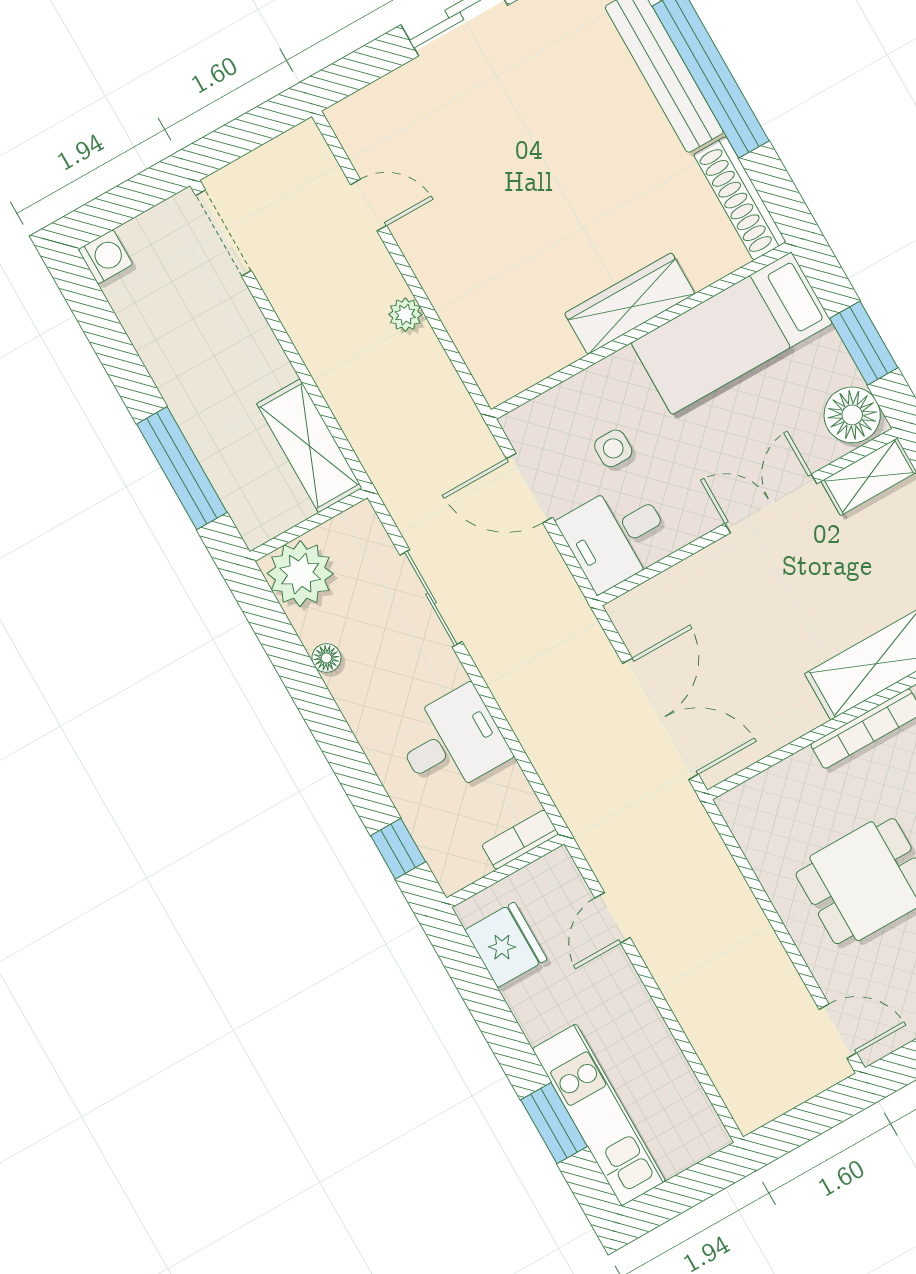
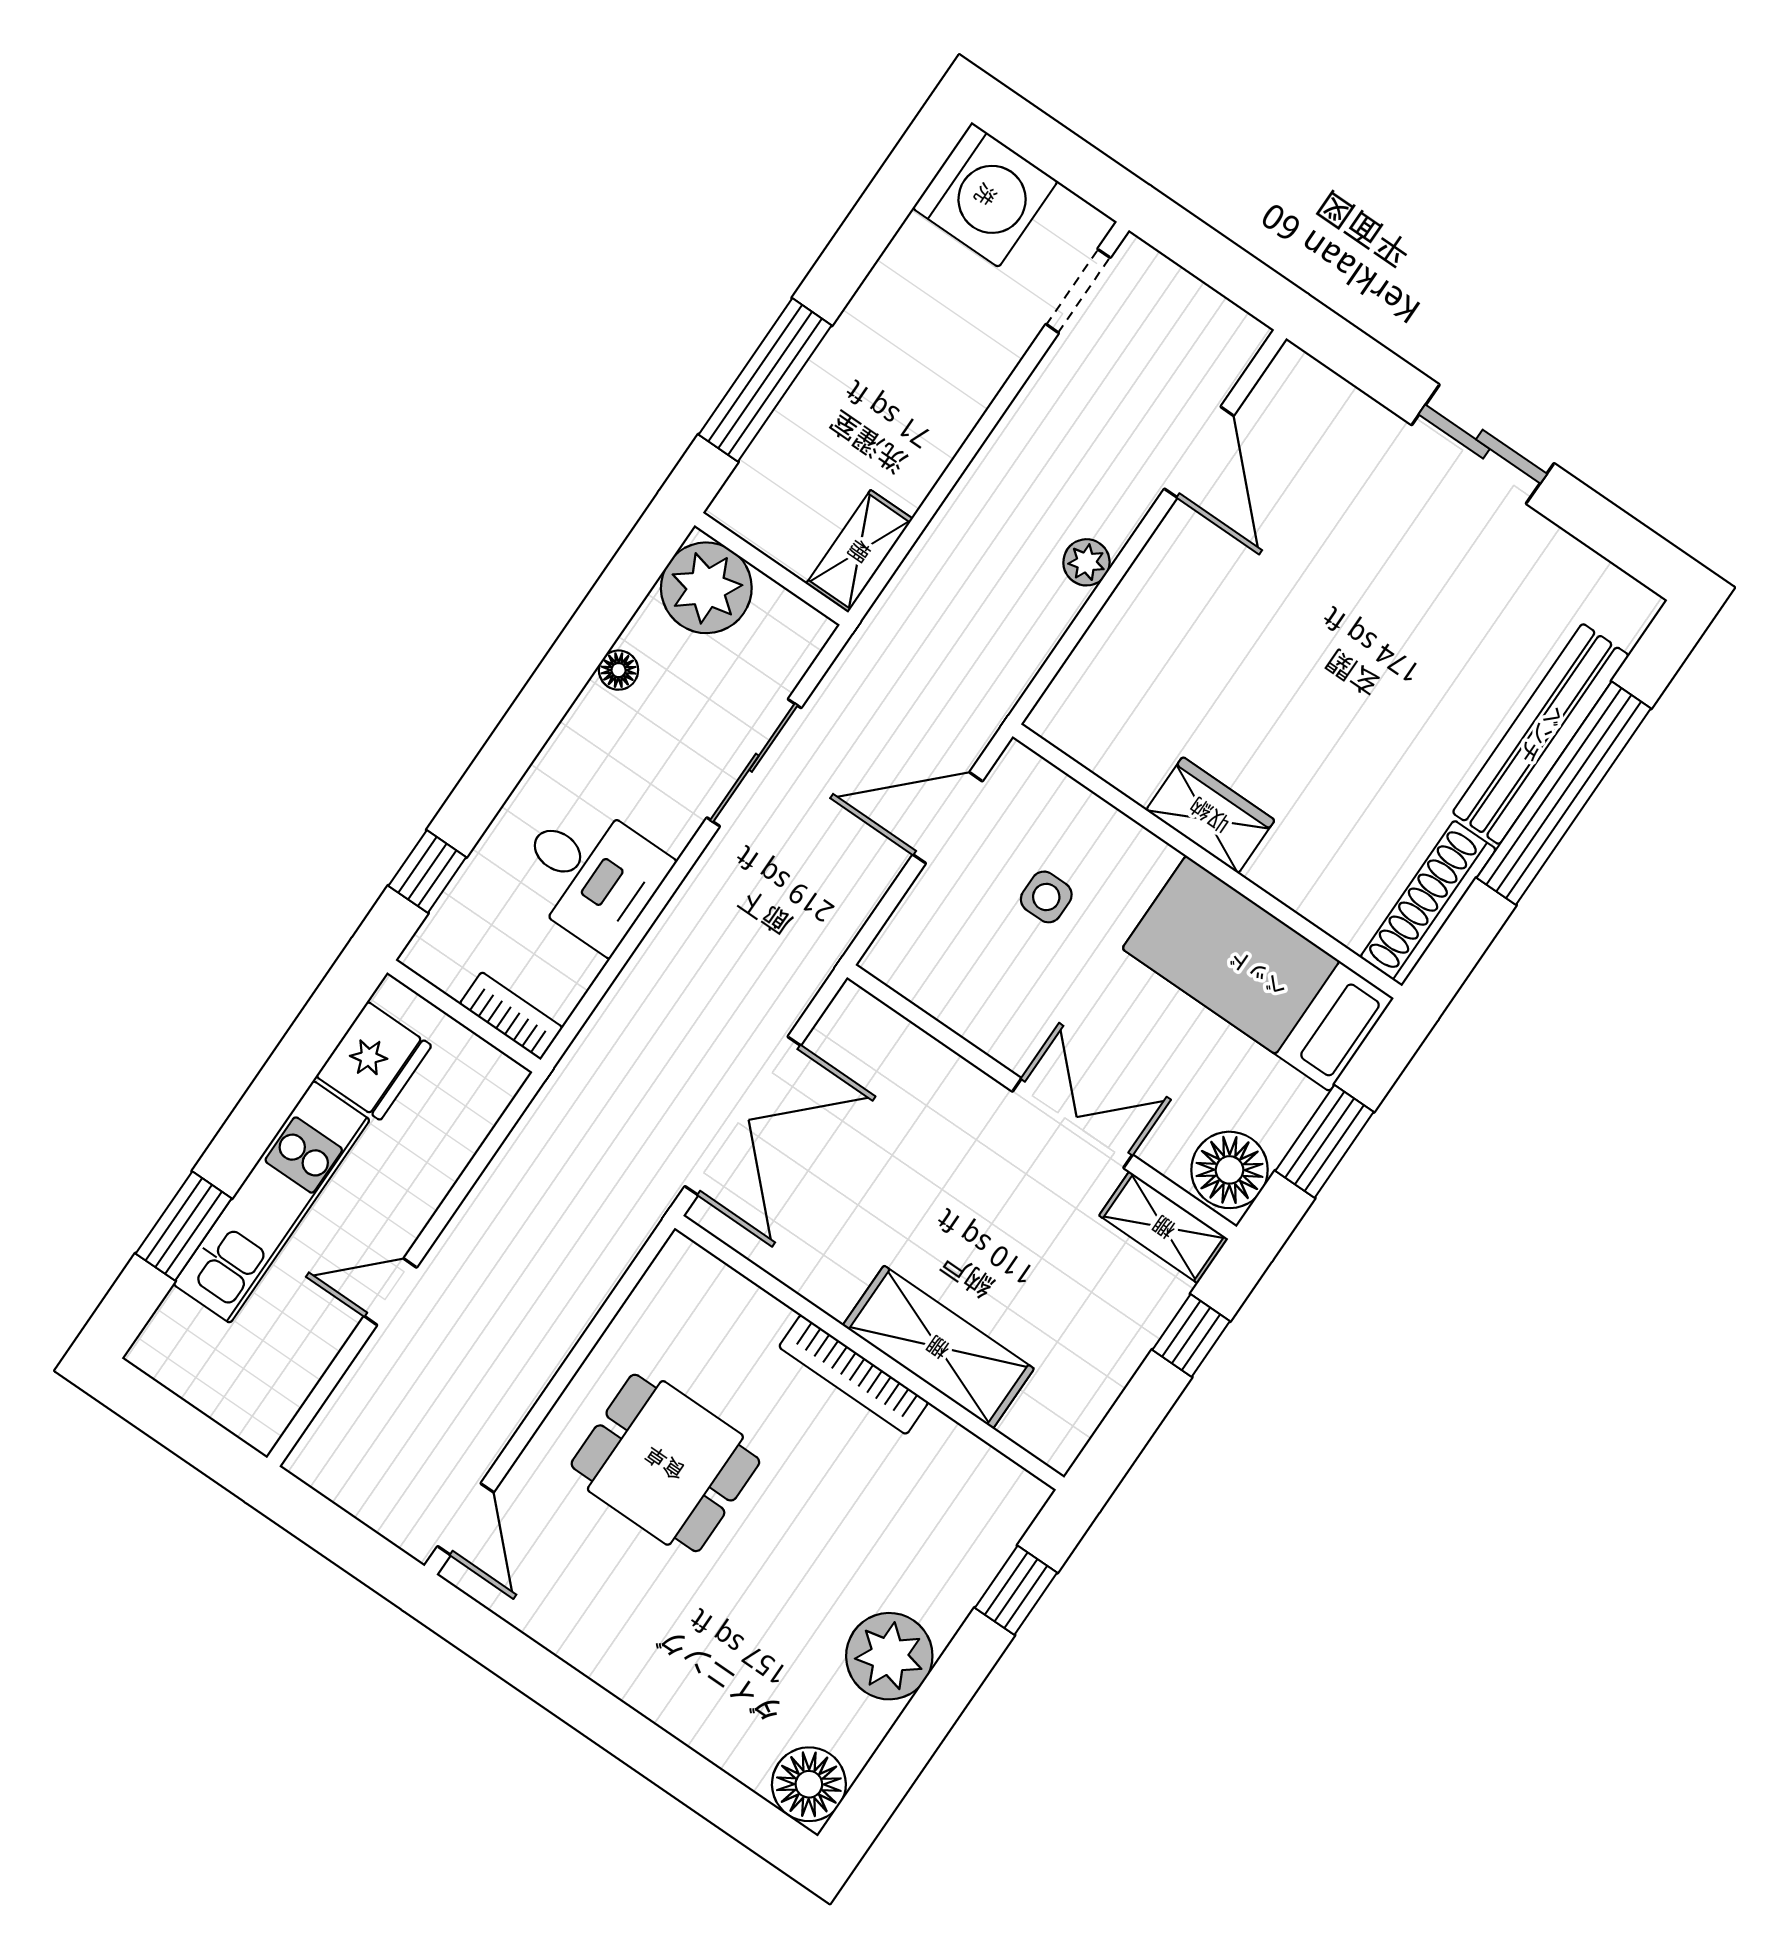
door: (369, 205) -> (1199, 452), width x1.38
doorway: (223, 233) -> (1078, 291), width x0.73
washing machine: (105, 257) -> (985, 195), width x1.89, depth x1.89
wardrobe: (630, 304) -> (1210, 815), width x0.67
shelving: (309, 446) -> (859, 551), width x0.67, depth x0.75
door: (529, 488) -> (948, 818), hinge flipped
desk: (616, 536) -> (941, 952), removed
door: (612, 918) -> (390, 1292), moved
kitchen unit: (599, 1115) -> (272, 1202), moved

